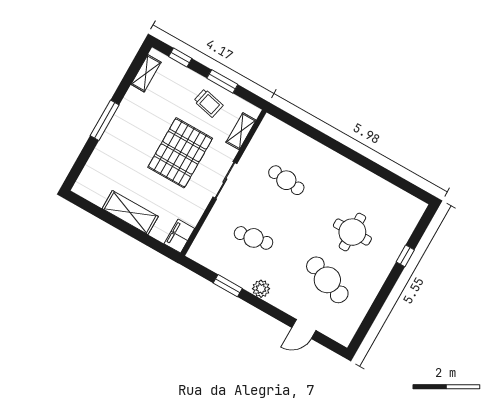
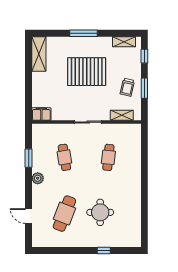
pallet: (180, 153) -> (87, 72), moved
shelving: (130, 212) -> (39, 54), moved

